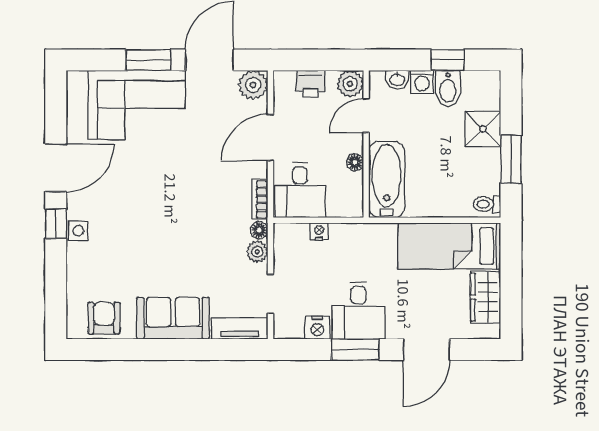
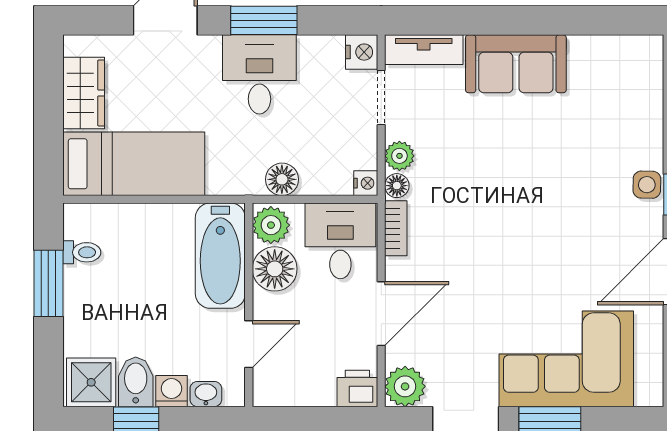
printer: (310, 84) -> (357, 388), moved
plant: (350, 84) -> (271, 225), moved
shower: (483, 129) -> (91, 382), moved
floor lamp: (355, 162) -> (275, 269), width x1.89, depth x1.89
toilet: (487, 204) -> (82, 252), moved
nightstand: (319, 231) -> (366, 183), moved, turned -90
floor lamp: (342, 235) -> (282, 179), added
armchair: (104, 318) -> (611, 64), removed
nightstand: (317, 328) -> (362, 52), moved, turned 90

